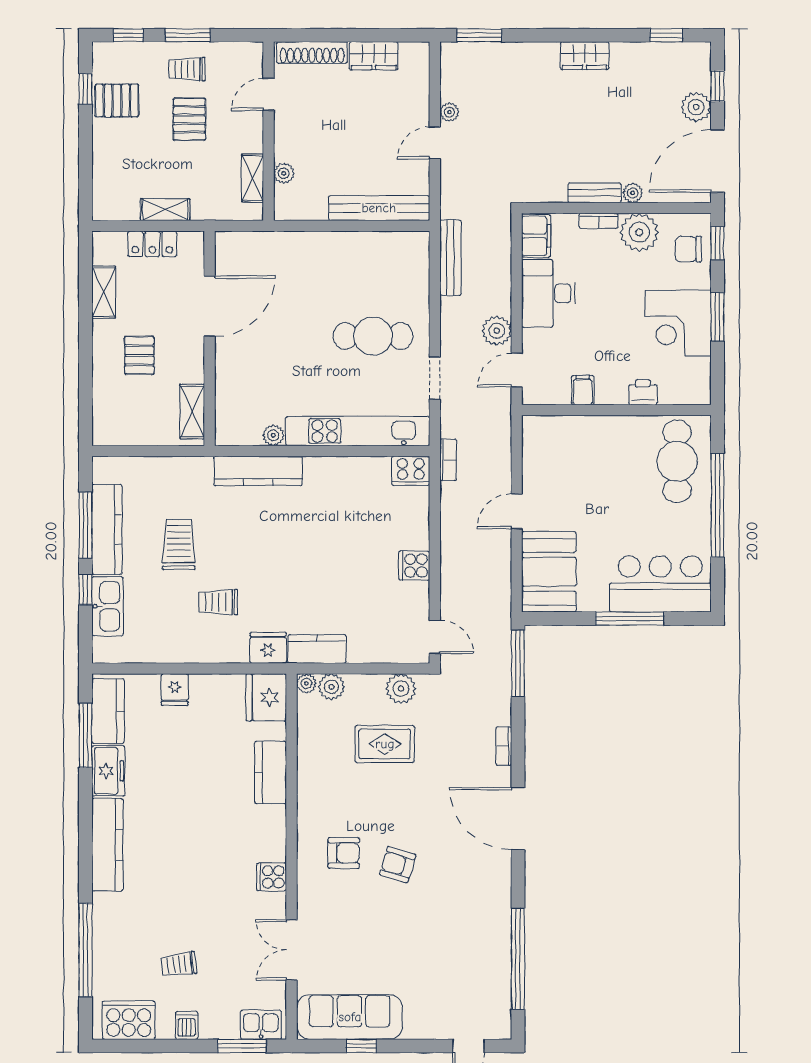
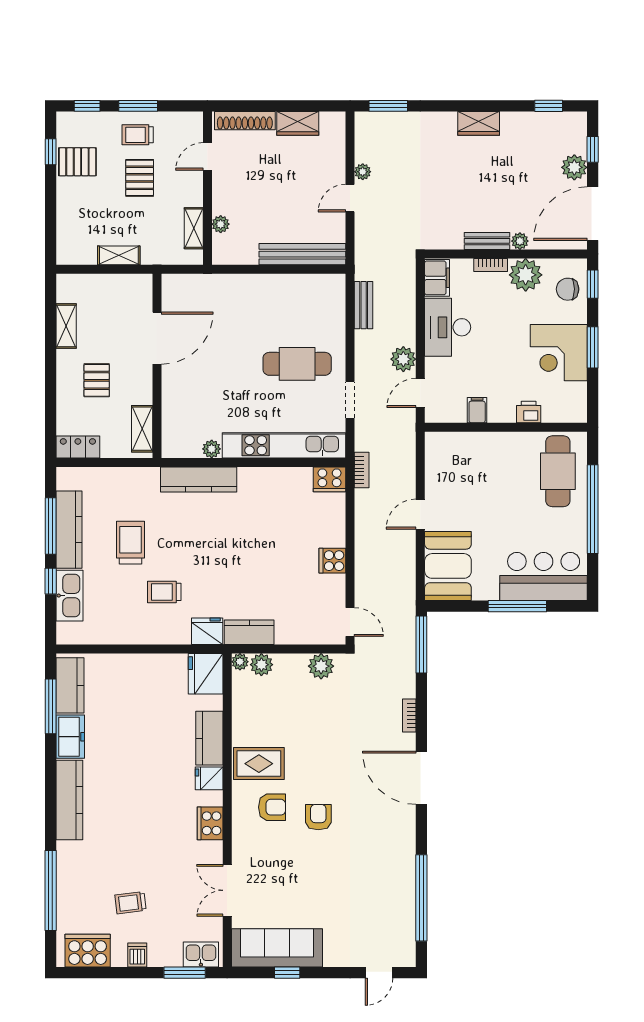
locker: (152, 244) -> (78, 447), moved, turned 180
bench: (450, 258) -> (364, 305), width x0.73
fridge: (175, 690) -> (209, 778), moved, turned 90
rug: (385, 744) -> (259, 764), moved
armchair: (398, 865) -> (318, 817), turned 73
cooker: (272, 877) -> (210, 823), width x1.36

